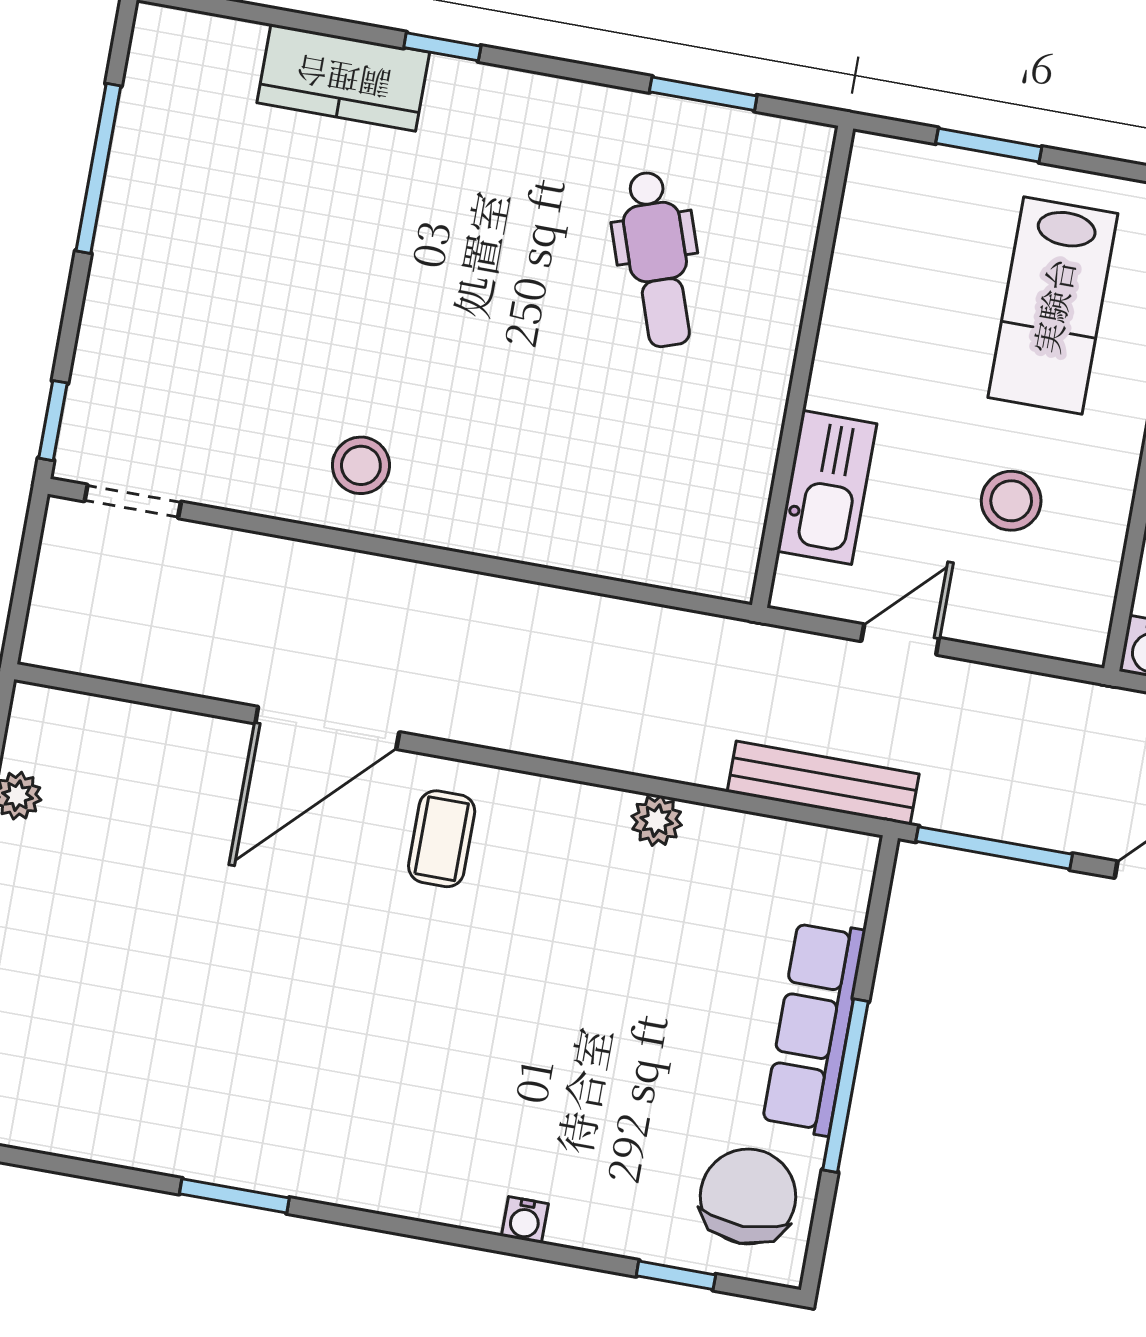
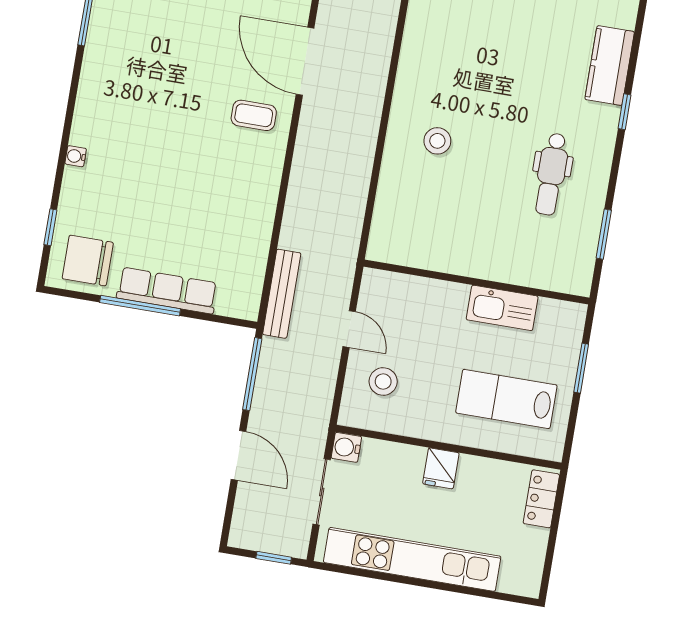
dental chair: (658, 259) -> (551, 174), moved, turned -71
stool: (361, 465) -> (437, 141), moved
kitchen sink: (827, 487) -> (502, 308), moved
stool: (1011, 501) -> (383, 382), moved
plant: (657, 821) -> (263, 216), removed
chair: (748, 1196) -> (88, 261), turned 180

